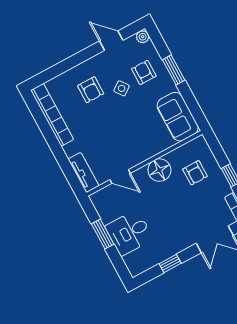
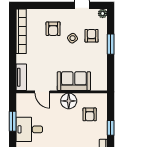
sofa: (178, 117) -> (74, 81), moved, turned 90

